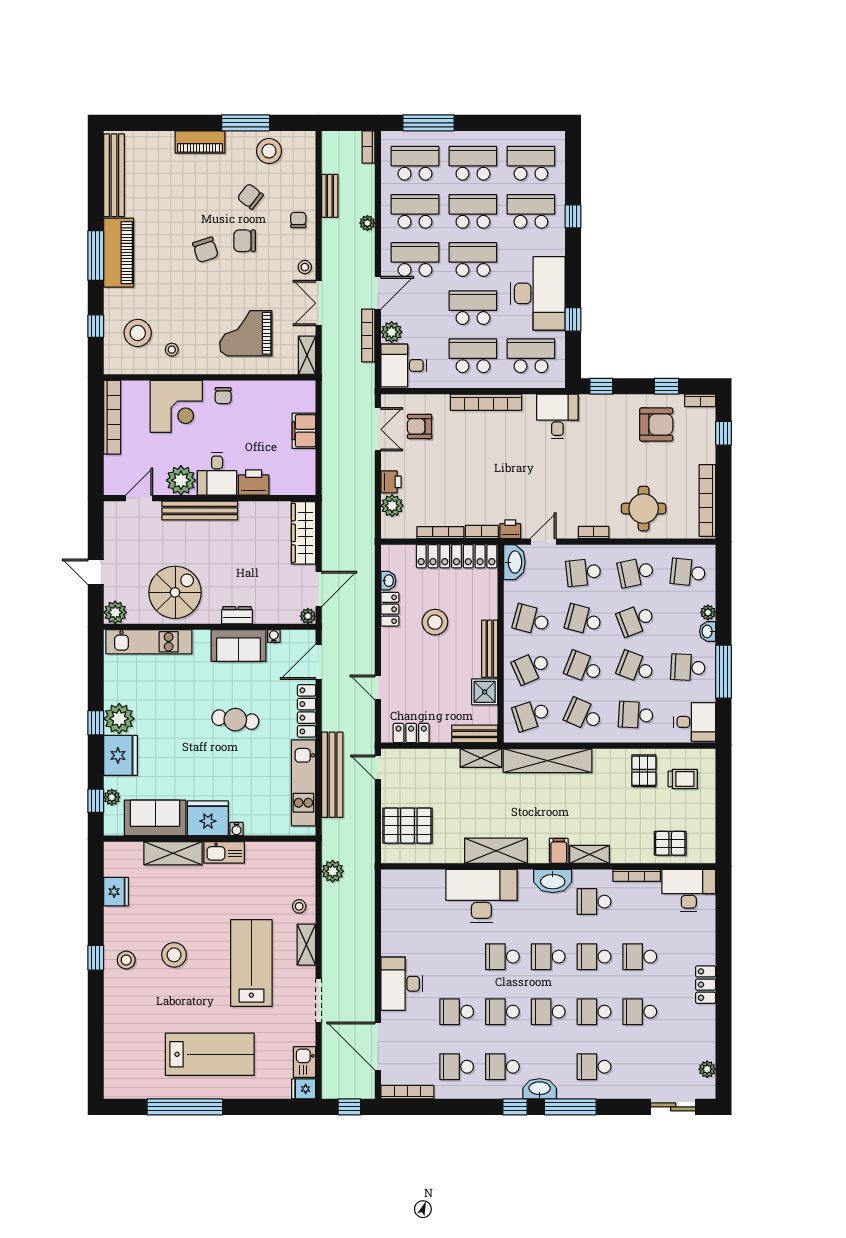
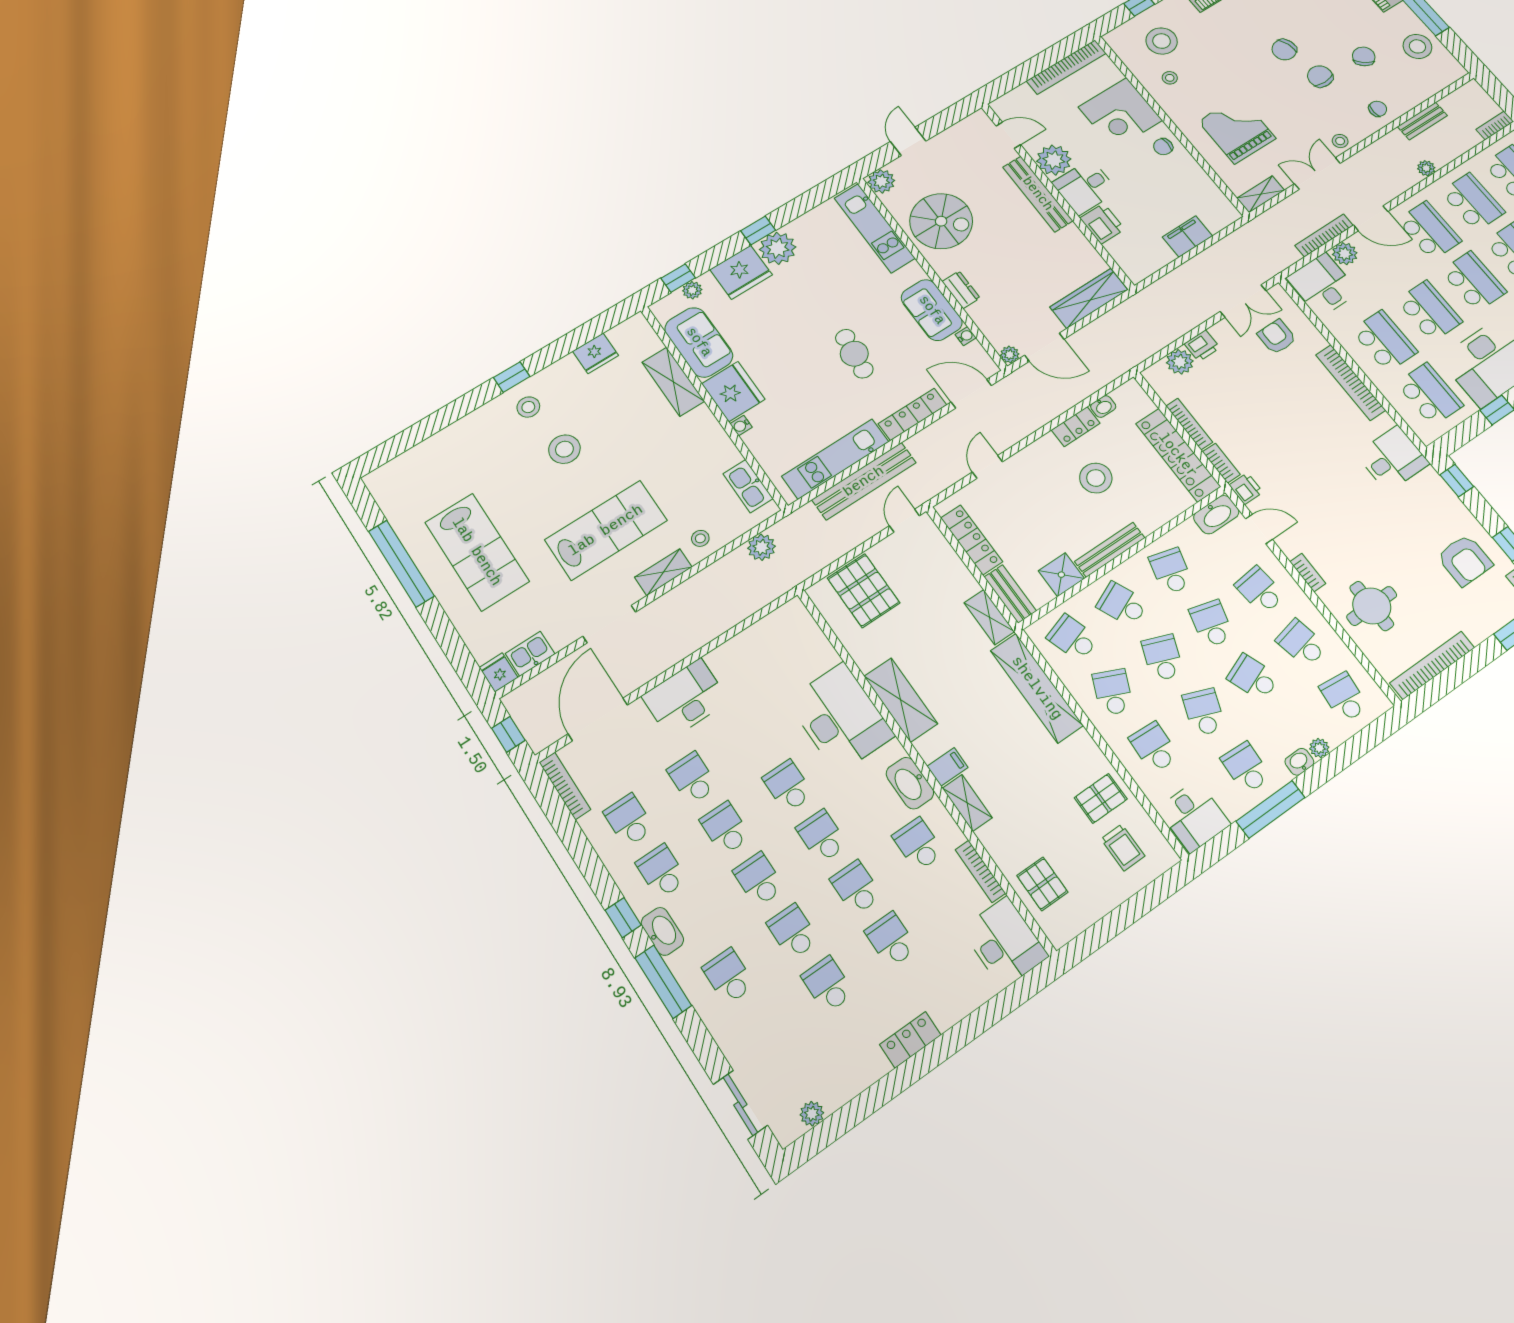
locker: (411, 733) -> (972, 540), width x1.53
kitchen sink: (224, 852) -> (748, 486), moved

